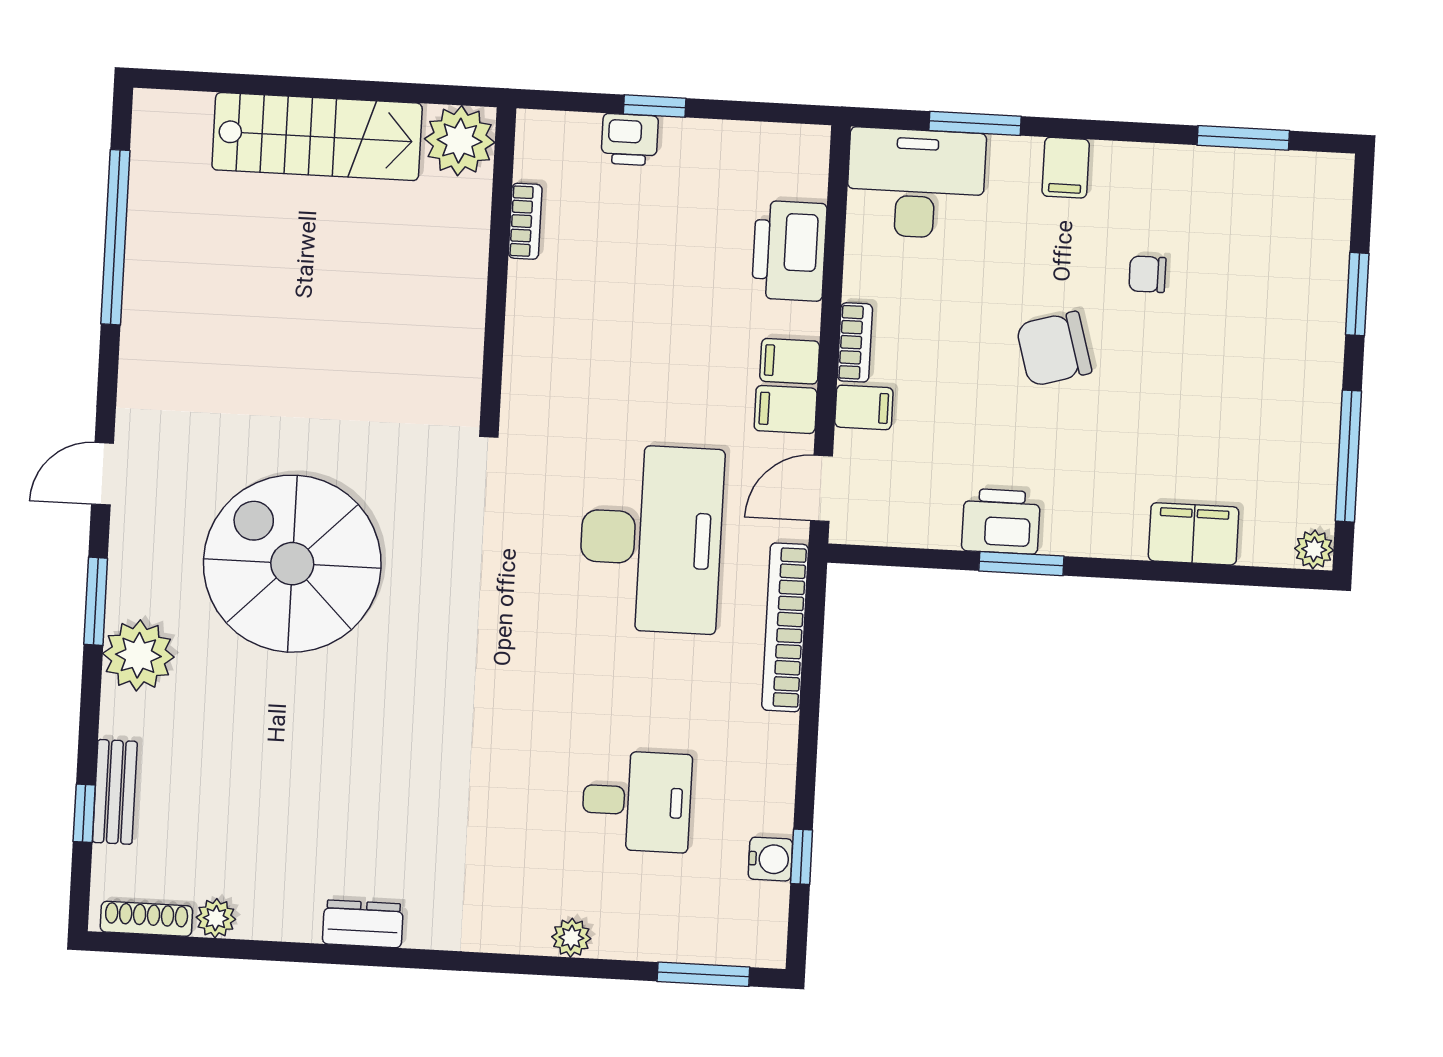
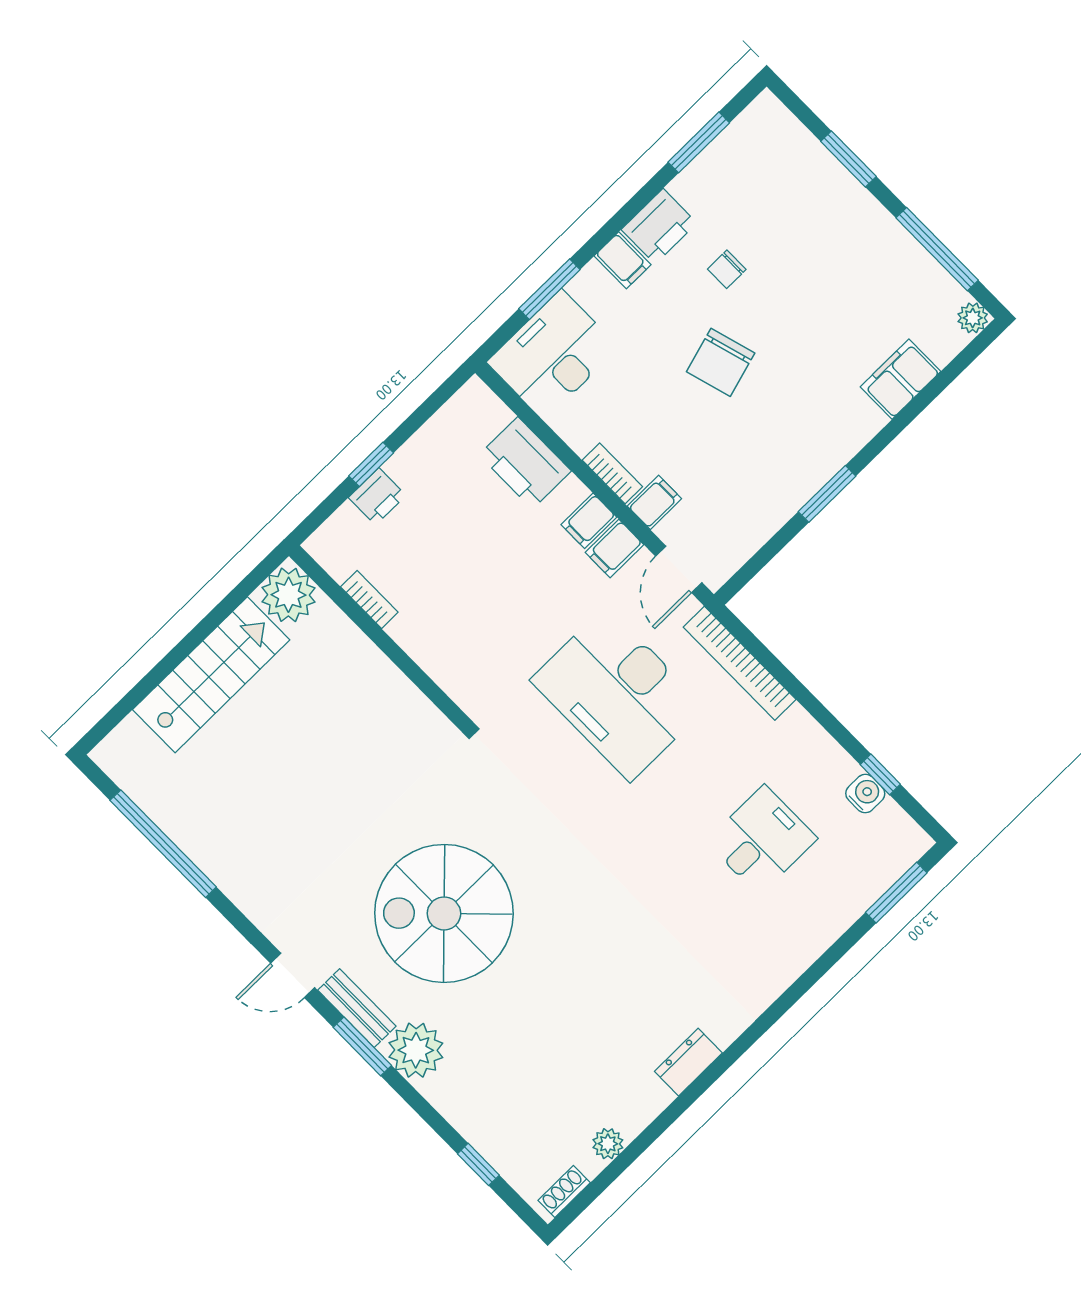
door: (103, 474) -> (293, 975), hinge flipped
printer: (1001, 521) -> (659, 226), moved, turned 180
desk: (651, 539) -> (618, 694), turned 180
bench: (115, 792) -> (357, 1008), moved
shoe rack: (146, 919) -> (564, 1192), width x0.70
plant: (571, 938) -> (806, 949), removed

